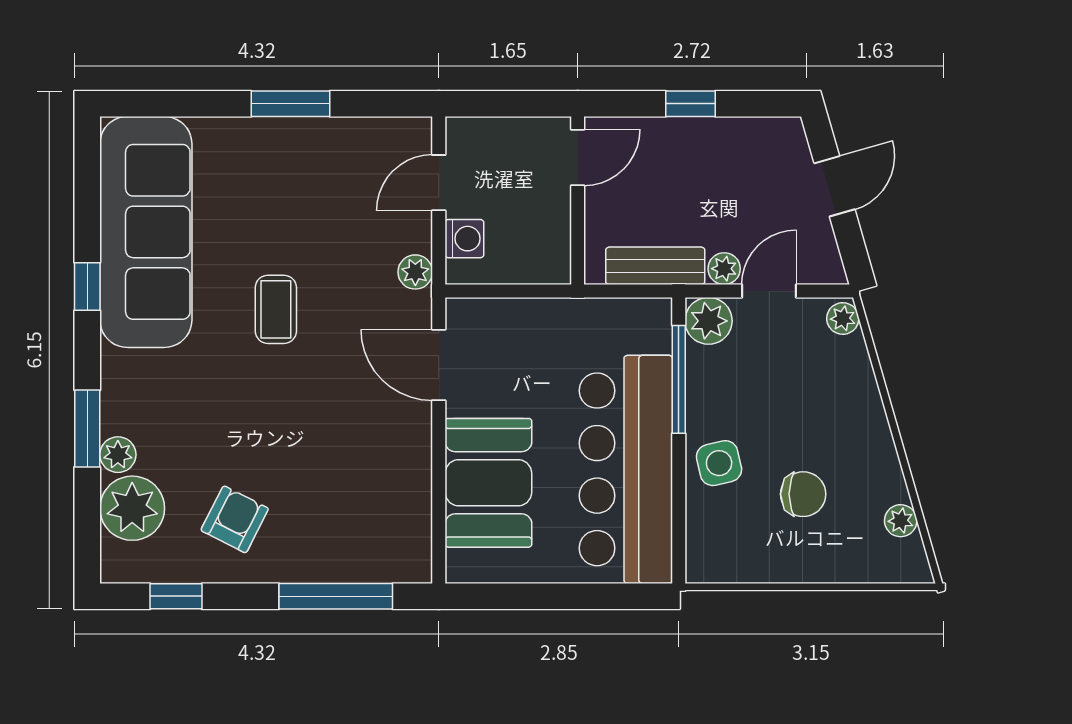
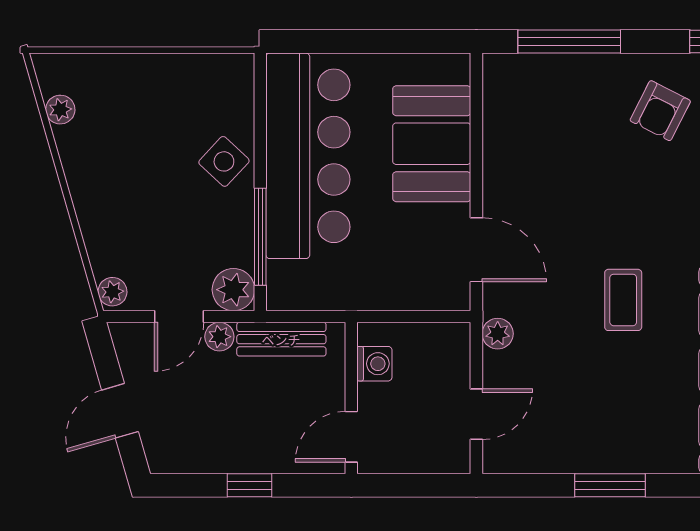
washing machine: (464, 239) -> (374, 364), moved, turned 180
side table: (719, 463) -> (224, 161), turned -34
chair: (803, 494) -> (148, 133), removed

